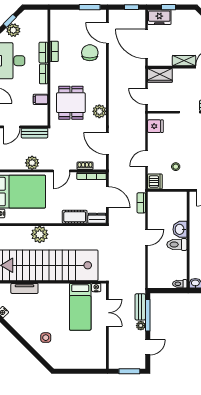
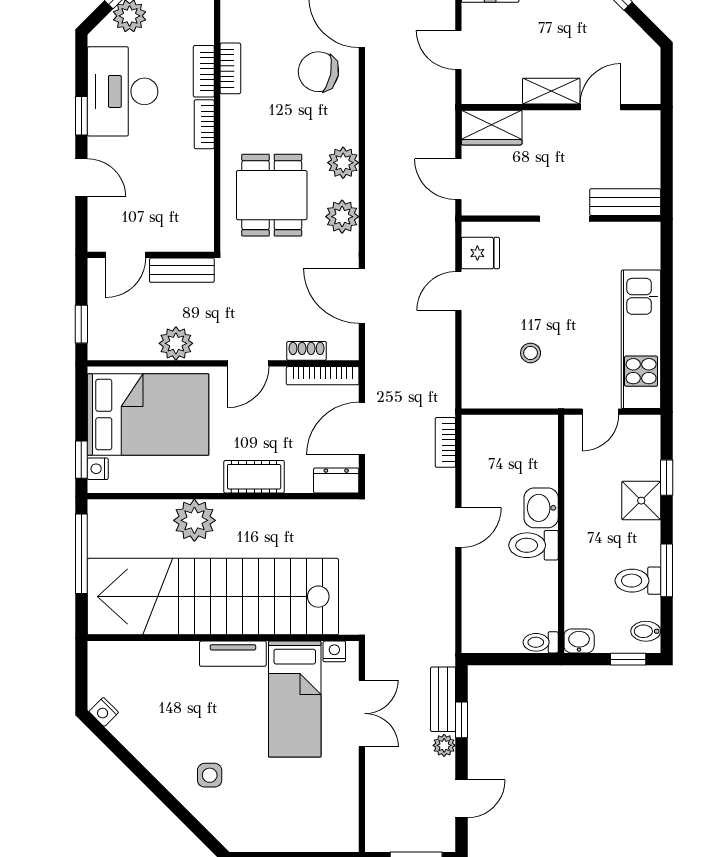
door: (147, 44) -> (458, 50), width x0.53
chair: (90, 53) -> (318, 72), turned -79
plant: (100, 90) -> (343, 163), added
filing cabinet: (40, 99) -> (197, 187), removed
door: (147, 158) -> (458, 291), moved
dishwasher: (155, 182) -> (479, 390), removed
door: (107, 197) -> (362, 428), swing flipped
cot: (75, 217) -> (254, 477), moved
tv unit: (24, 288) -> (233, 654), moved
window: (148, 315) -> (461, 720), width x0.46

